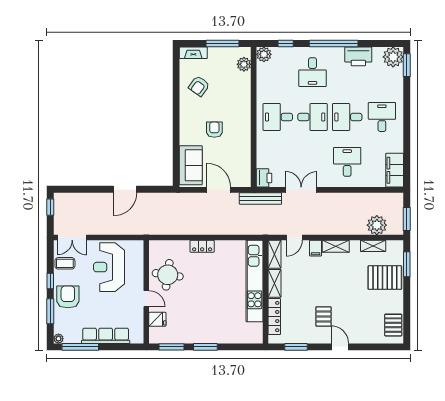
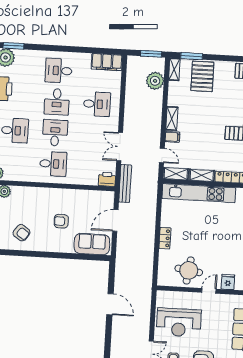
desk: (278, 117) -> (53, 164), turned -90
desk: (347, 162) -> (97, 104), turned 180
shelving: (373, 246) -> (174, 69), moved

